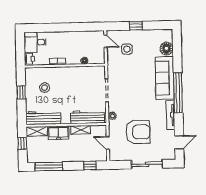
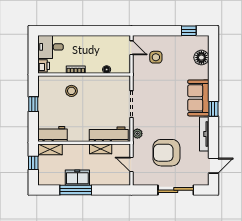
window: (136, 26) -> (189, 31), moved
sofa: (165, 78) -> (198, 98), width x0.73
stool: (45, 88) -> (71, 91), moved
window: (178, 93) -> (213, 109), width x0.32
workbench: (43, 118) -> (52, 134), width x0.73
armchair: (138, 132) -> (166, 153), turned 180
freezer: (58, 133) -> (77, 178), moved, turned 180
window: (49, 166) -> (76, 190), moved
window: (90, 166) -> (110, 190), removed

